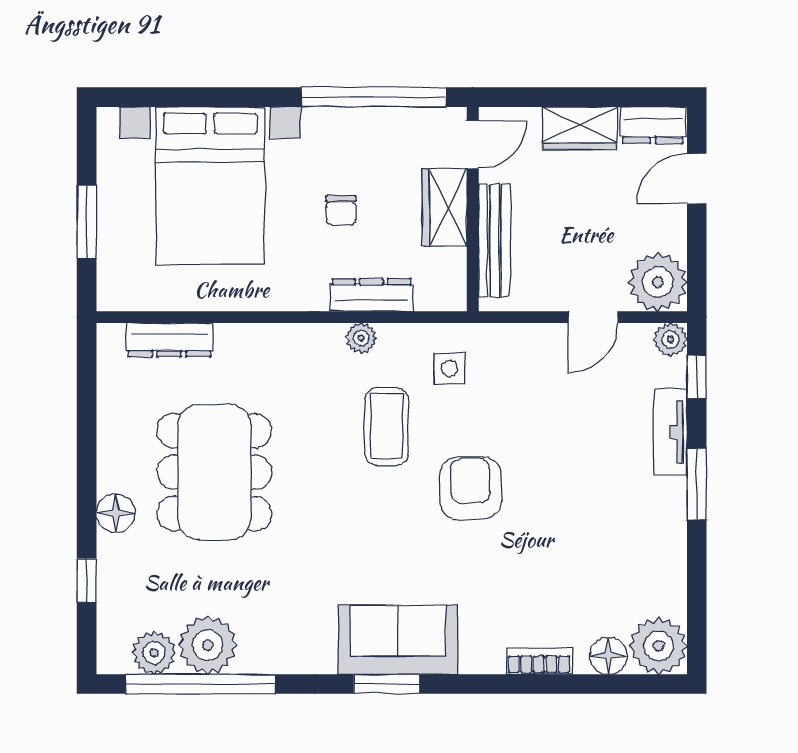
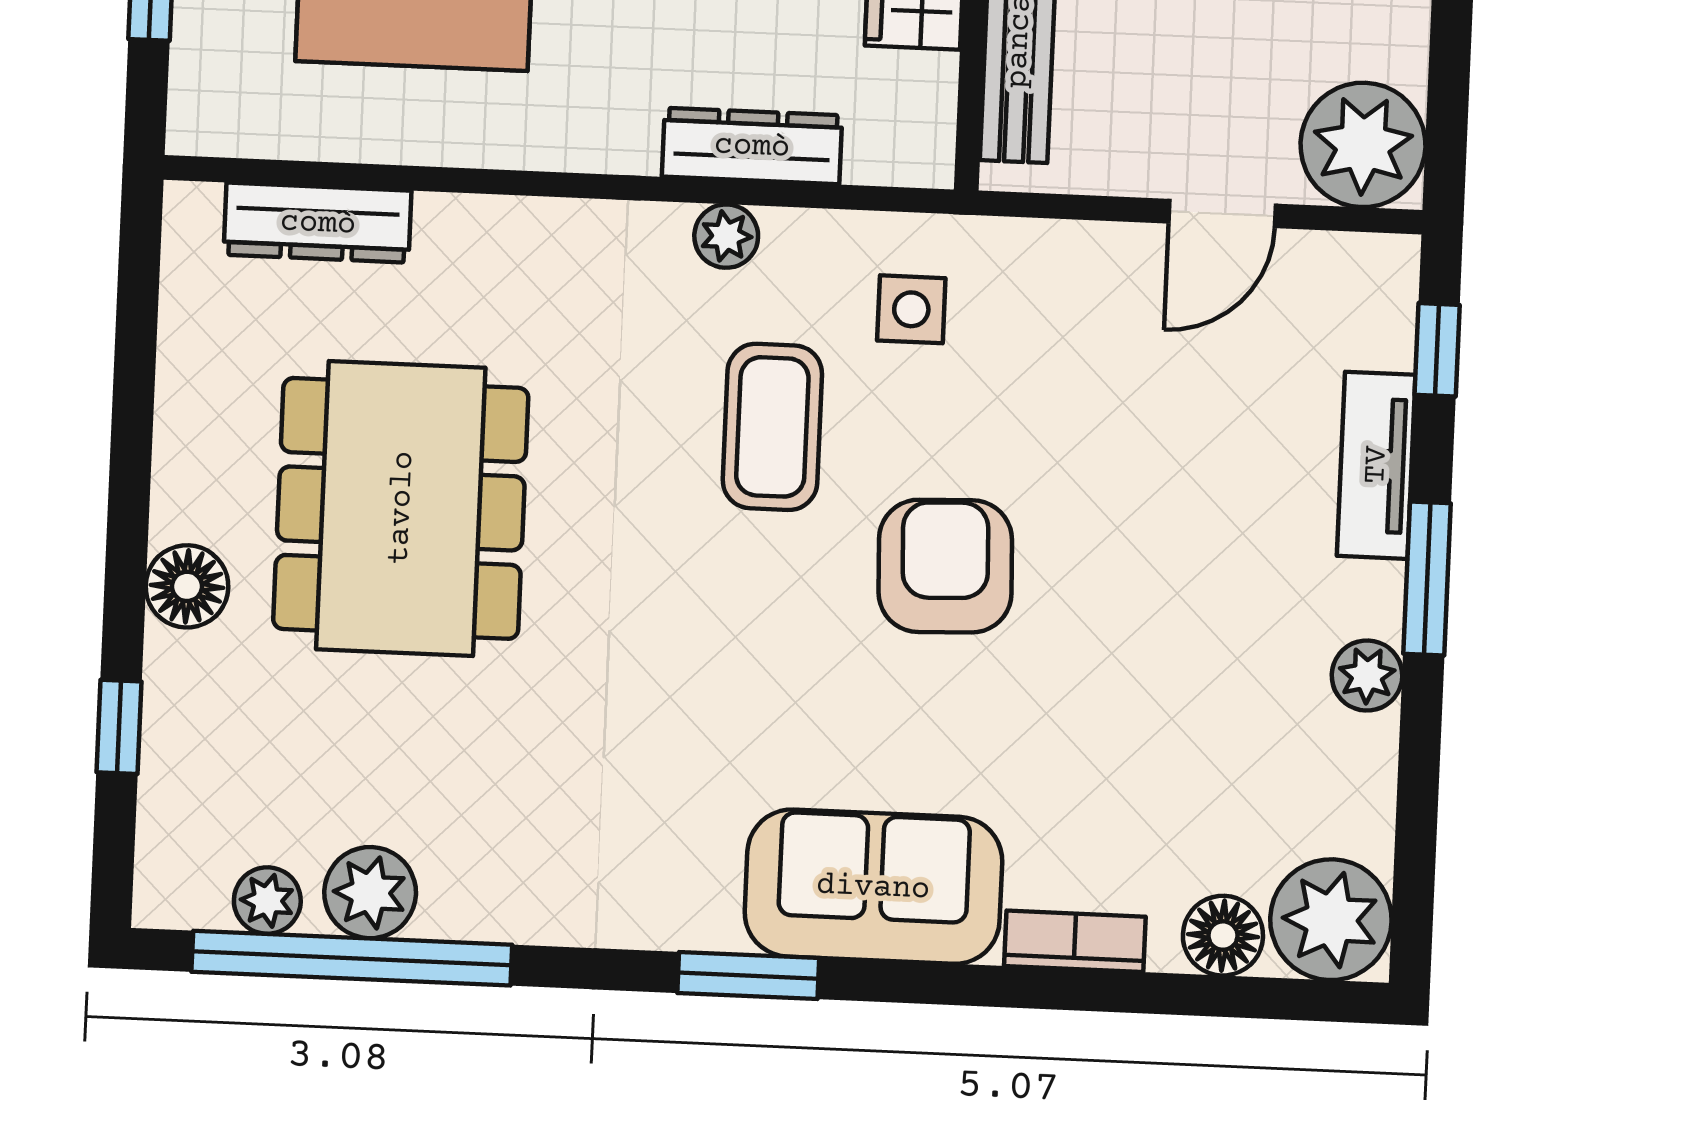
plant: (671, 339) -> (1367, 676), moved
sofa: (398, 640) -> (873, 887), moved
plant: (208, 645) -> (370, 893), width x0.73, depth x0.73
plant: (154, 653) -> (267, 901), width x0.73, depth x0.73

